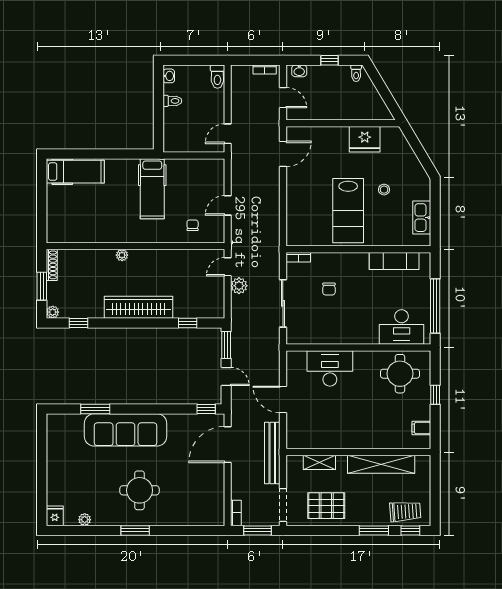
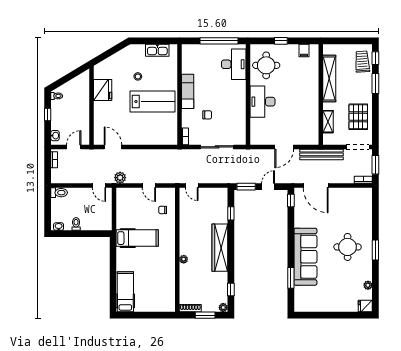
exam couch: (394, 261) -> (188, 91), moved
plant: (239, 286) -> (120, 178), moved
desk: (330, 368) -> (263, 102), moved

